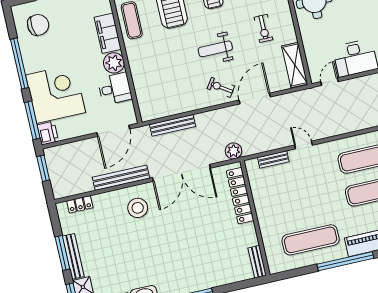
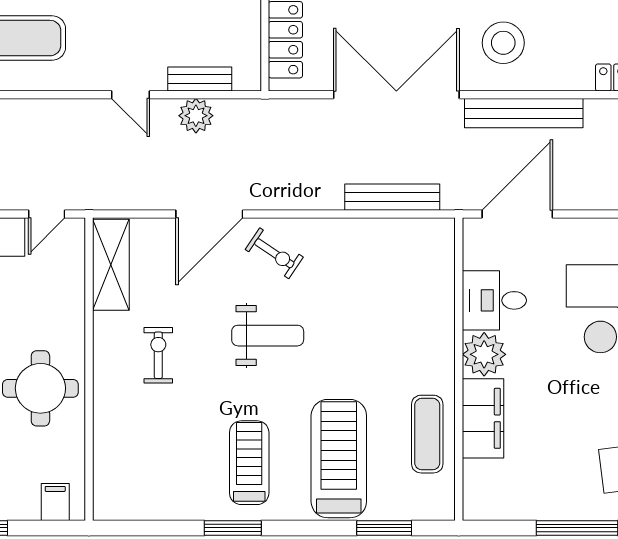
plant: (234, 151) -> (196, 116), moved

